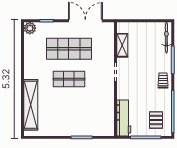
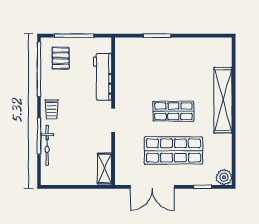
bicycle: (166, 38) -> (47, 145), moved
shelving: (122, 45) -> (104, 168), moved
shelving: (31, 105) -> (223, 100), moved
workbench: (124, 118) -> (103, 77), moved

